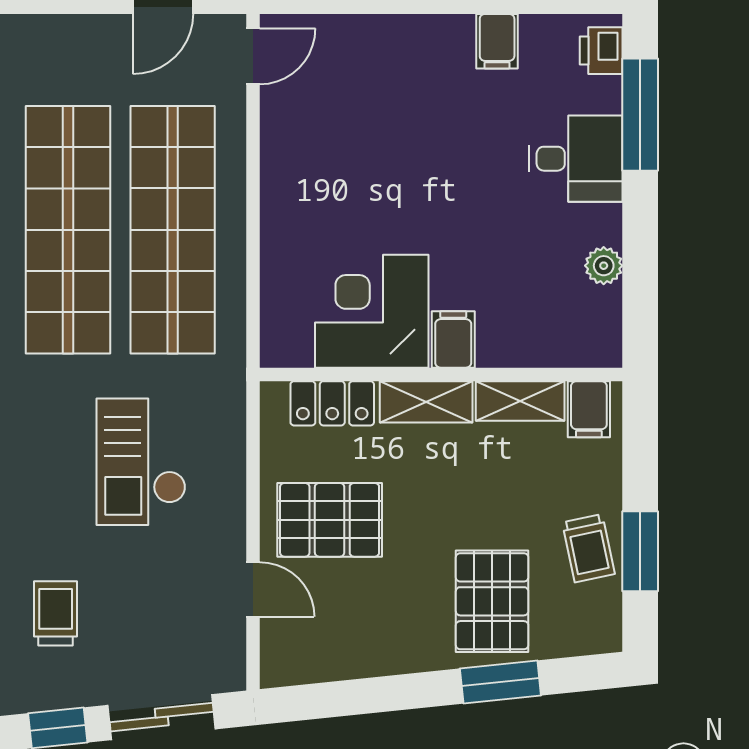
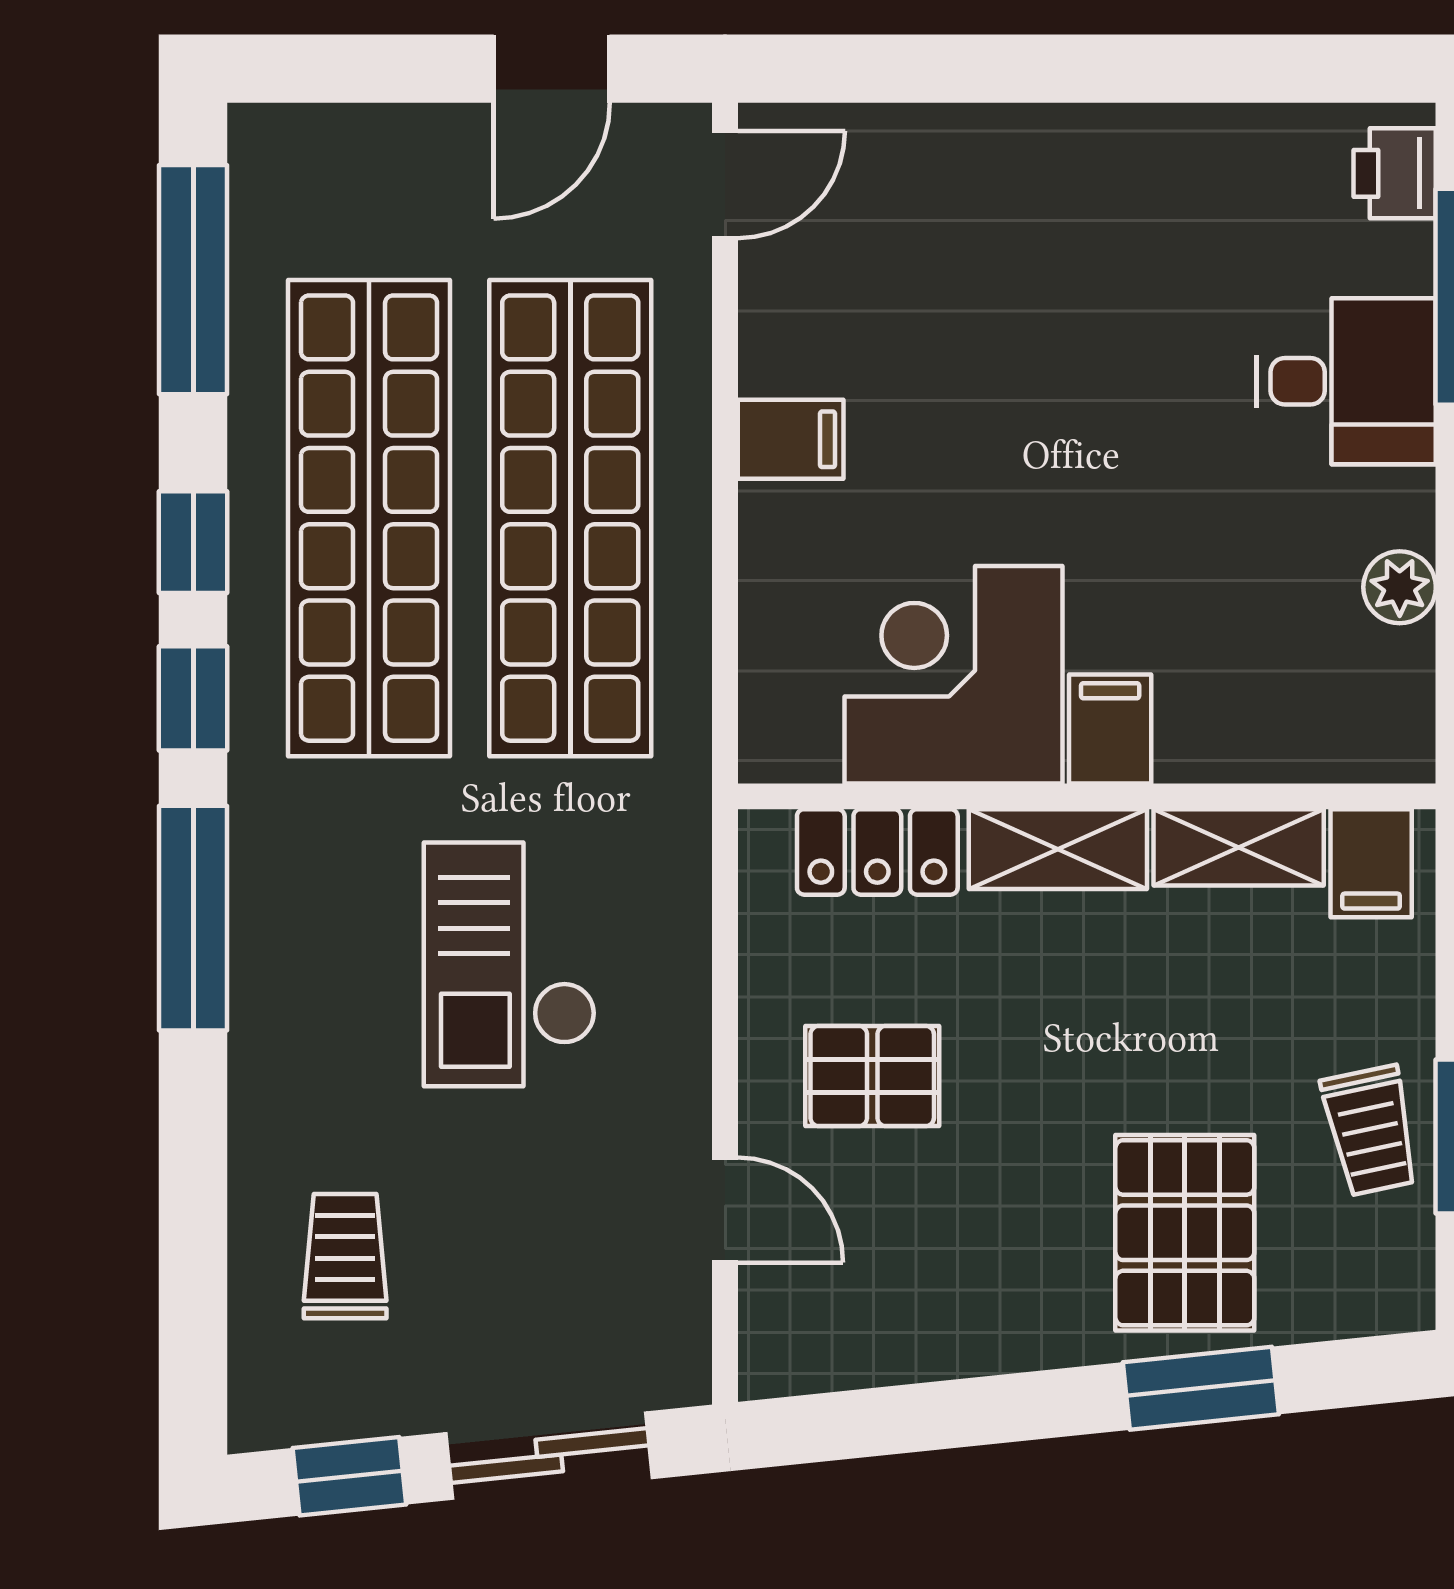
filing cabinet: (497, 41) -> (791, 439), moved, turned -90
pallet: (330, 520) -> (872, 1076), width x0.67, depth x0.71

